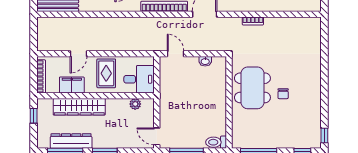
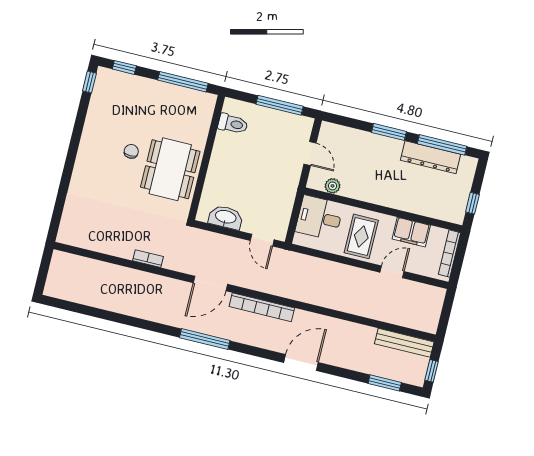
washbasin: (205, 61) -> (226, 217), width x1.91, depth x1.45
wardrobe: (79, 107) -> (408, 200), removed
door: (157, 136) -> (310, 154), moved
toilet: (216, 142) -> (233, 124), moved

